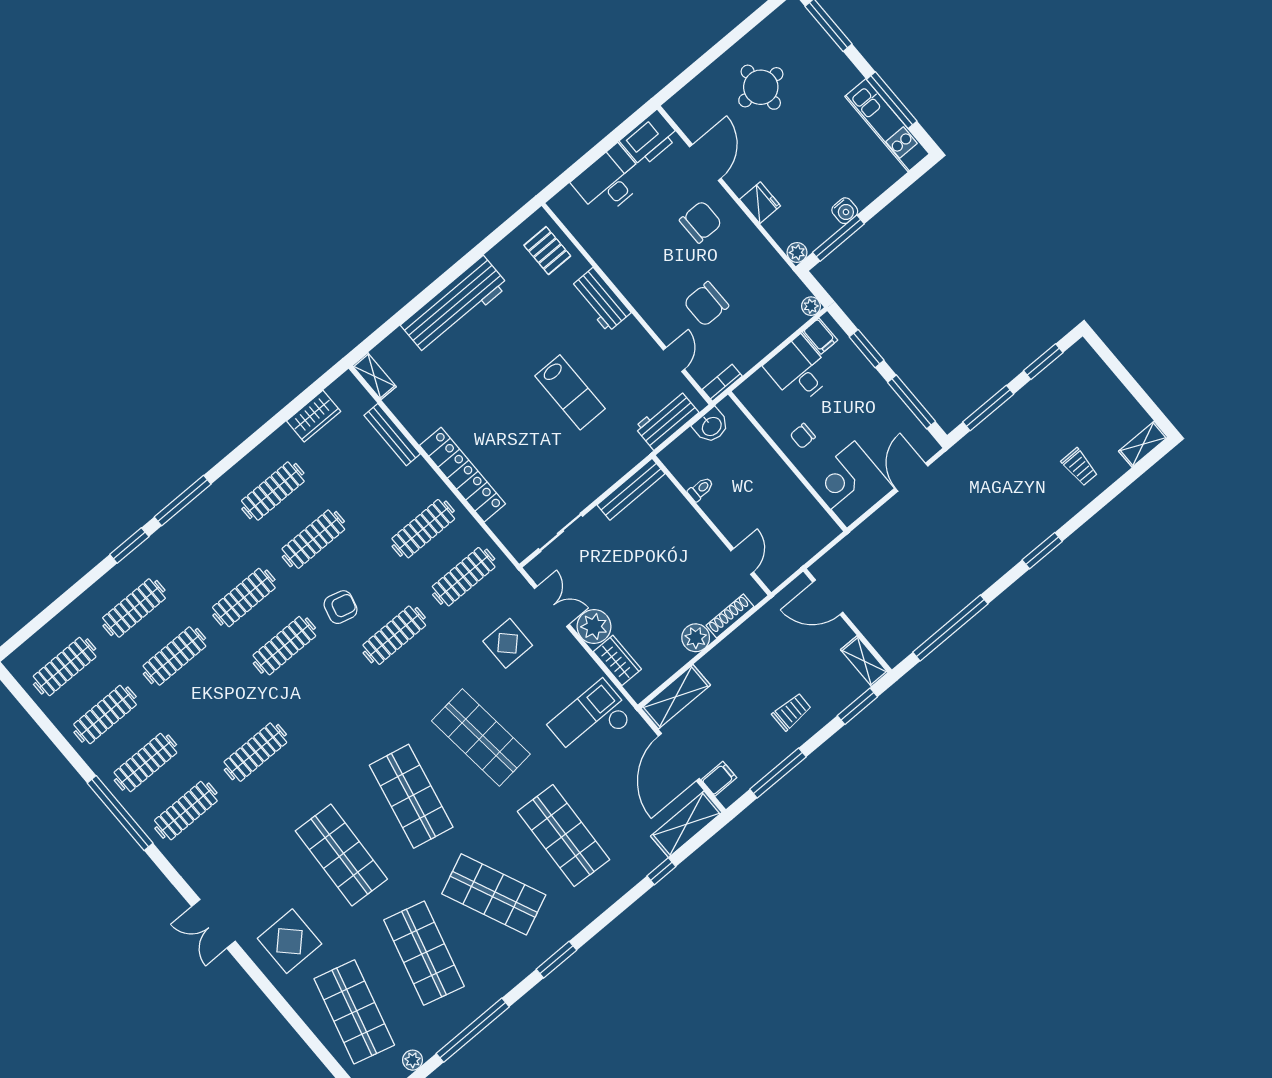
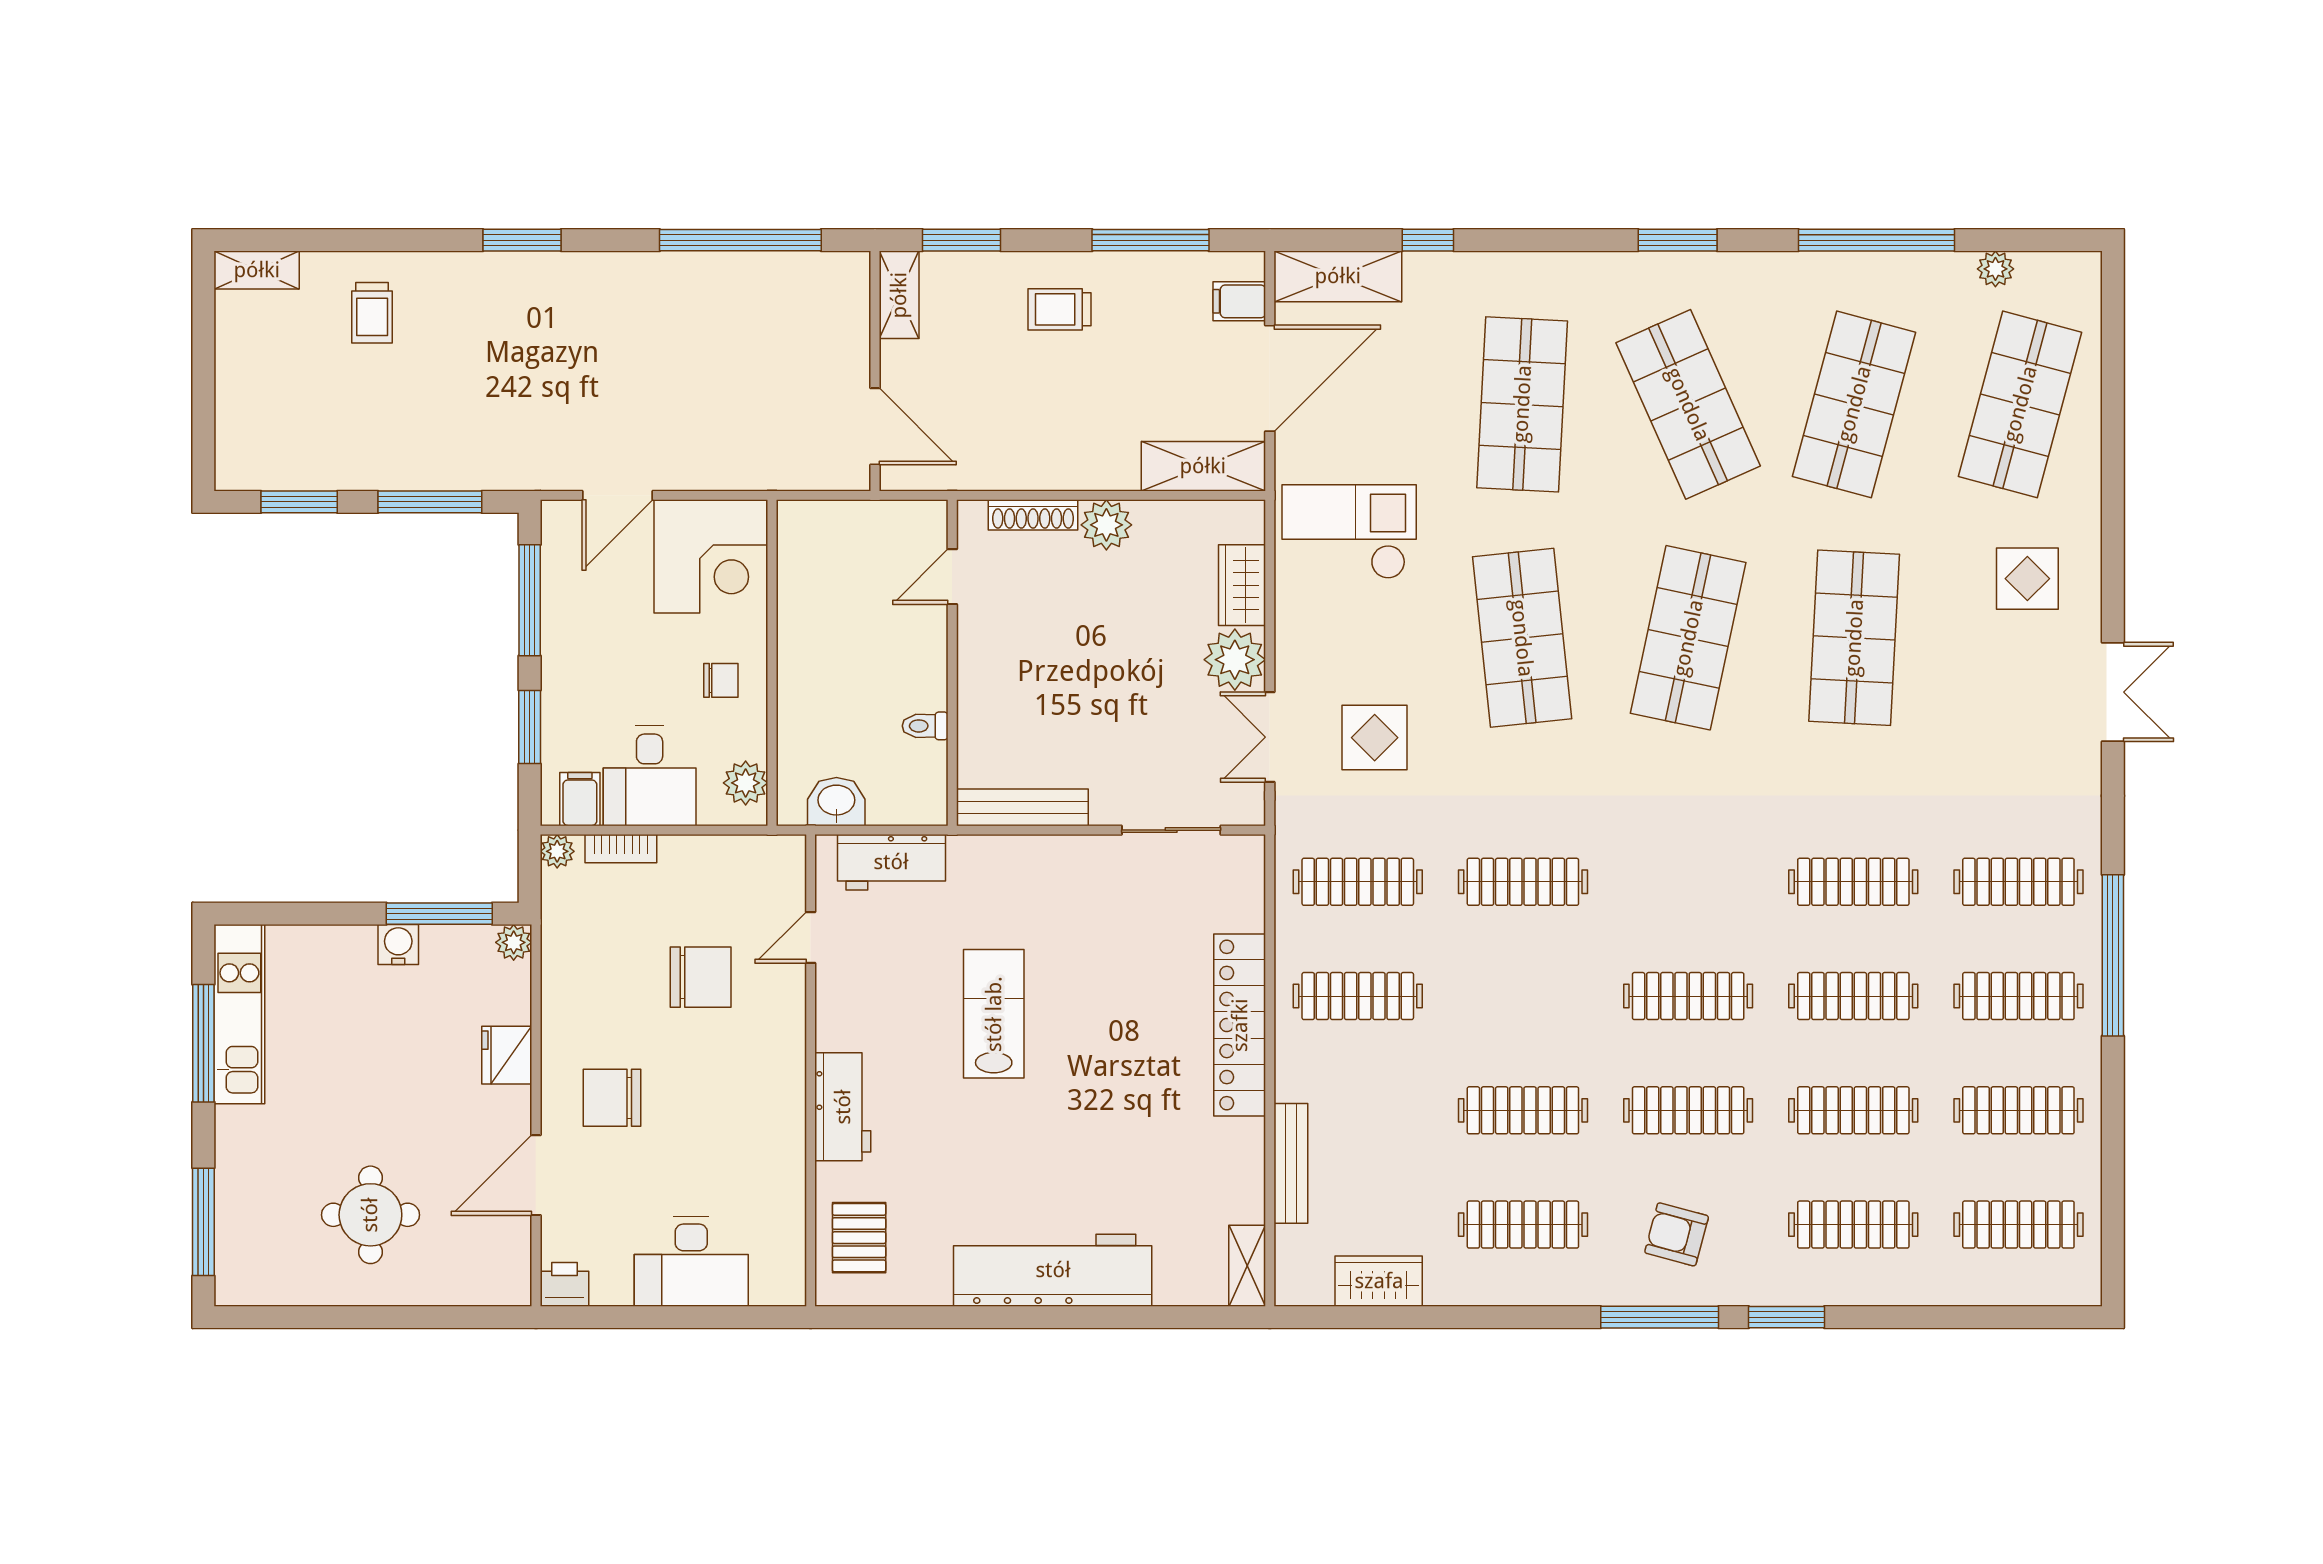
printer: (650, 139) -> (564, 1284), width x0.53, depth x0.68
bookcase: (722, 383) -> (621, 849), moved
plant: (756, 402) -> (746, 783), added
trolley: (1079, 467) -> (372, 313), turned 180
armchair: (341, 607) -> (1677, 1234), moved
clothes rail: (215, 704) -> (1853, 996), added
checkout: (591, 721) -> (1349, 532), turned 180
display table: (290, 941) -> (2027, 579), width x0.73, depth x0.73

